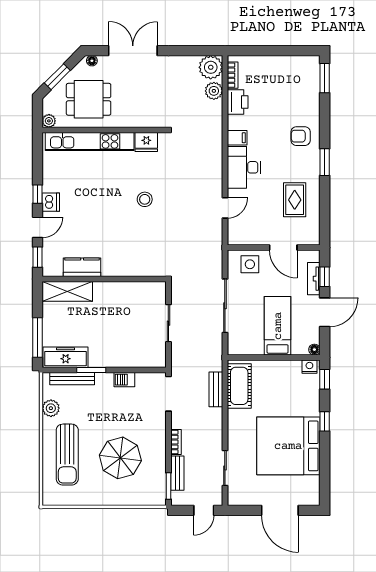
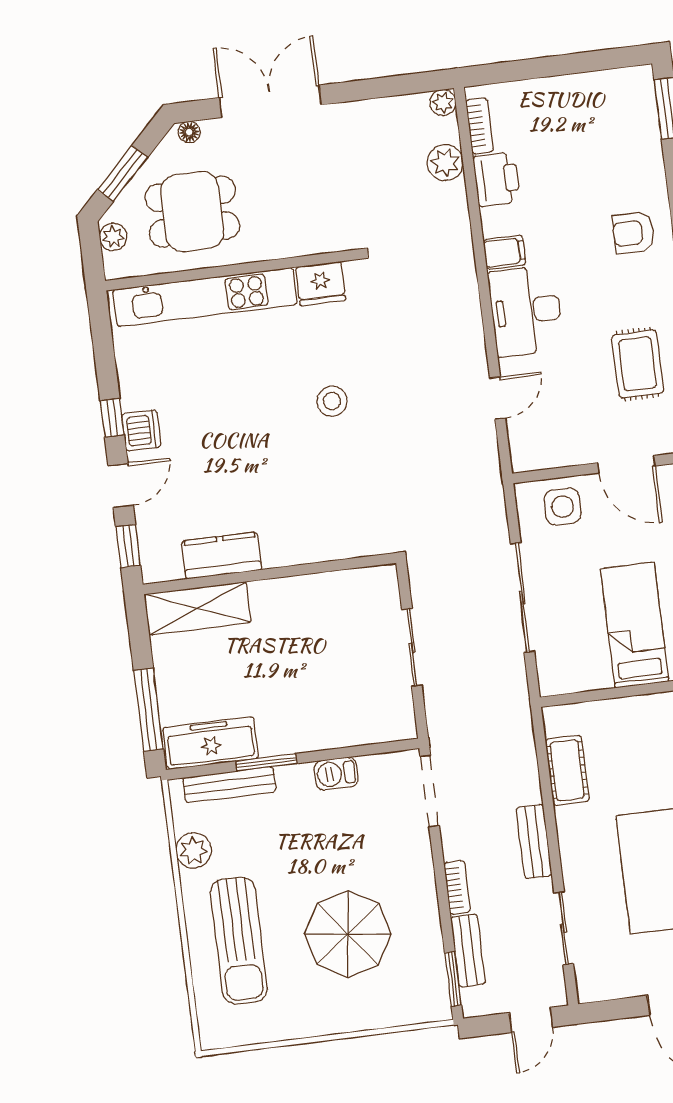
plant: (211, 67) -> (443, 103), width x0.53, depth x0.53
plant: (49, 121) -> (113, 237), moved
cot: (239, 386) -> (567, 770), width x0.73, depth x0.75
bench: (216, 389) -> (534, 842), moved

